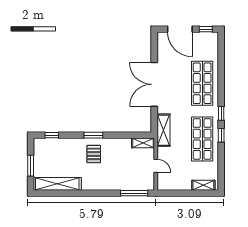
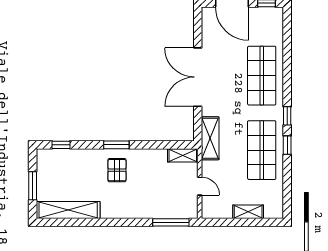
shelving: (203, 185) -> (248, 212), moved

